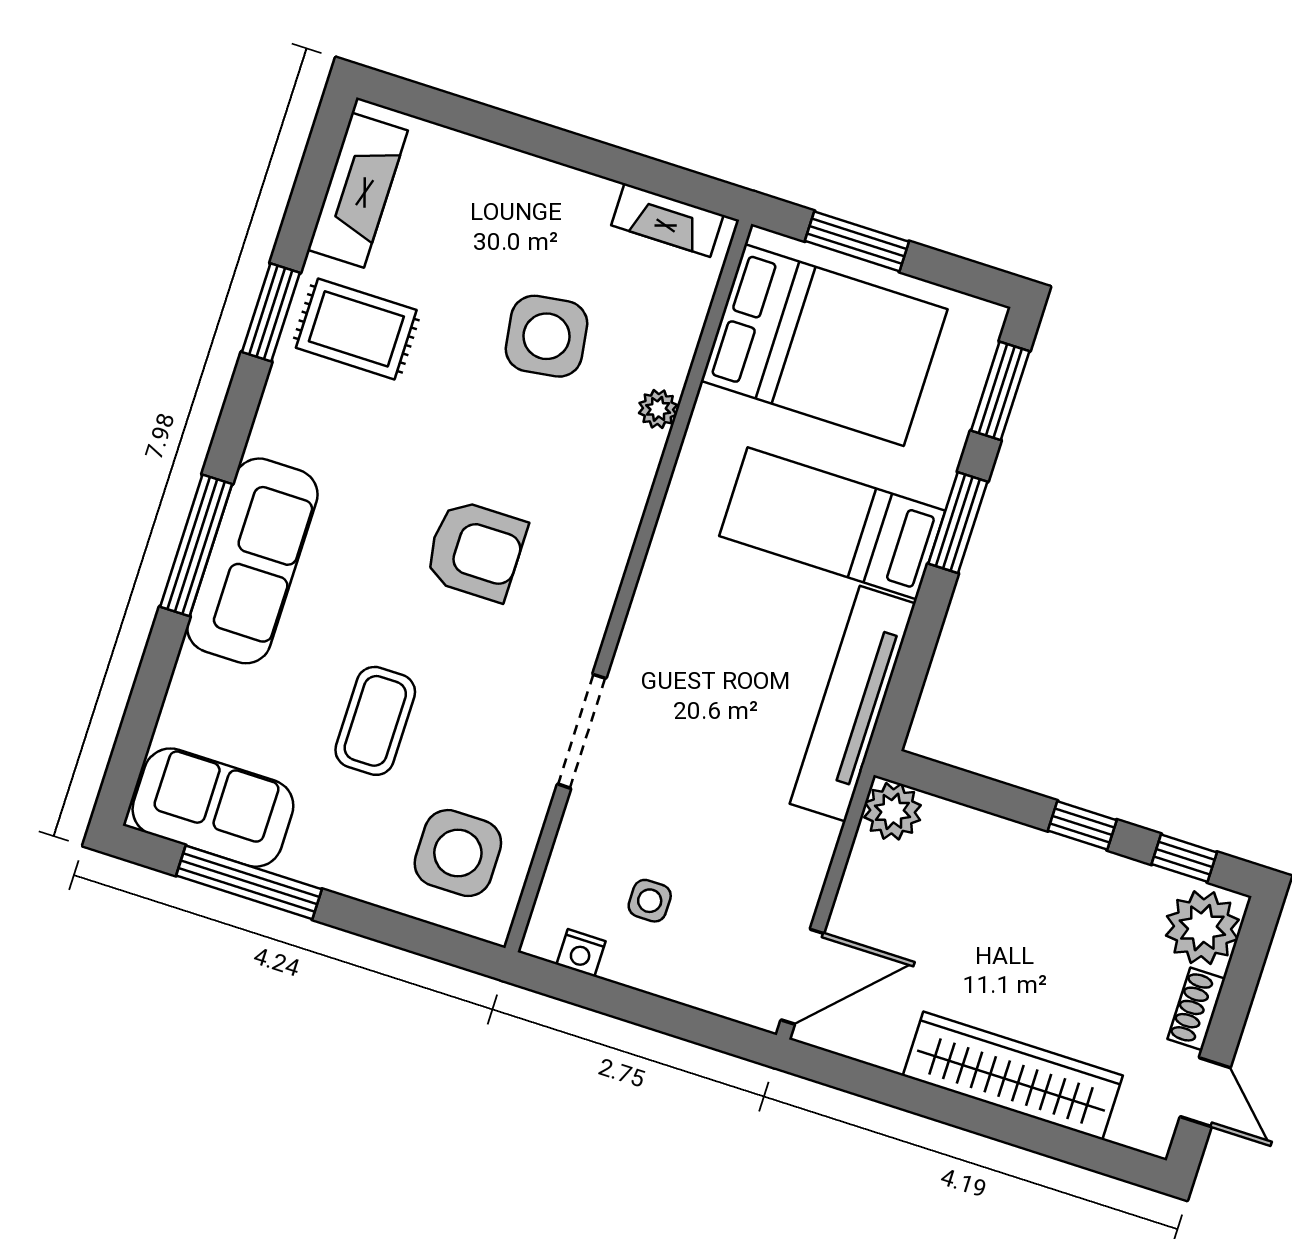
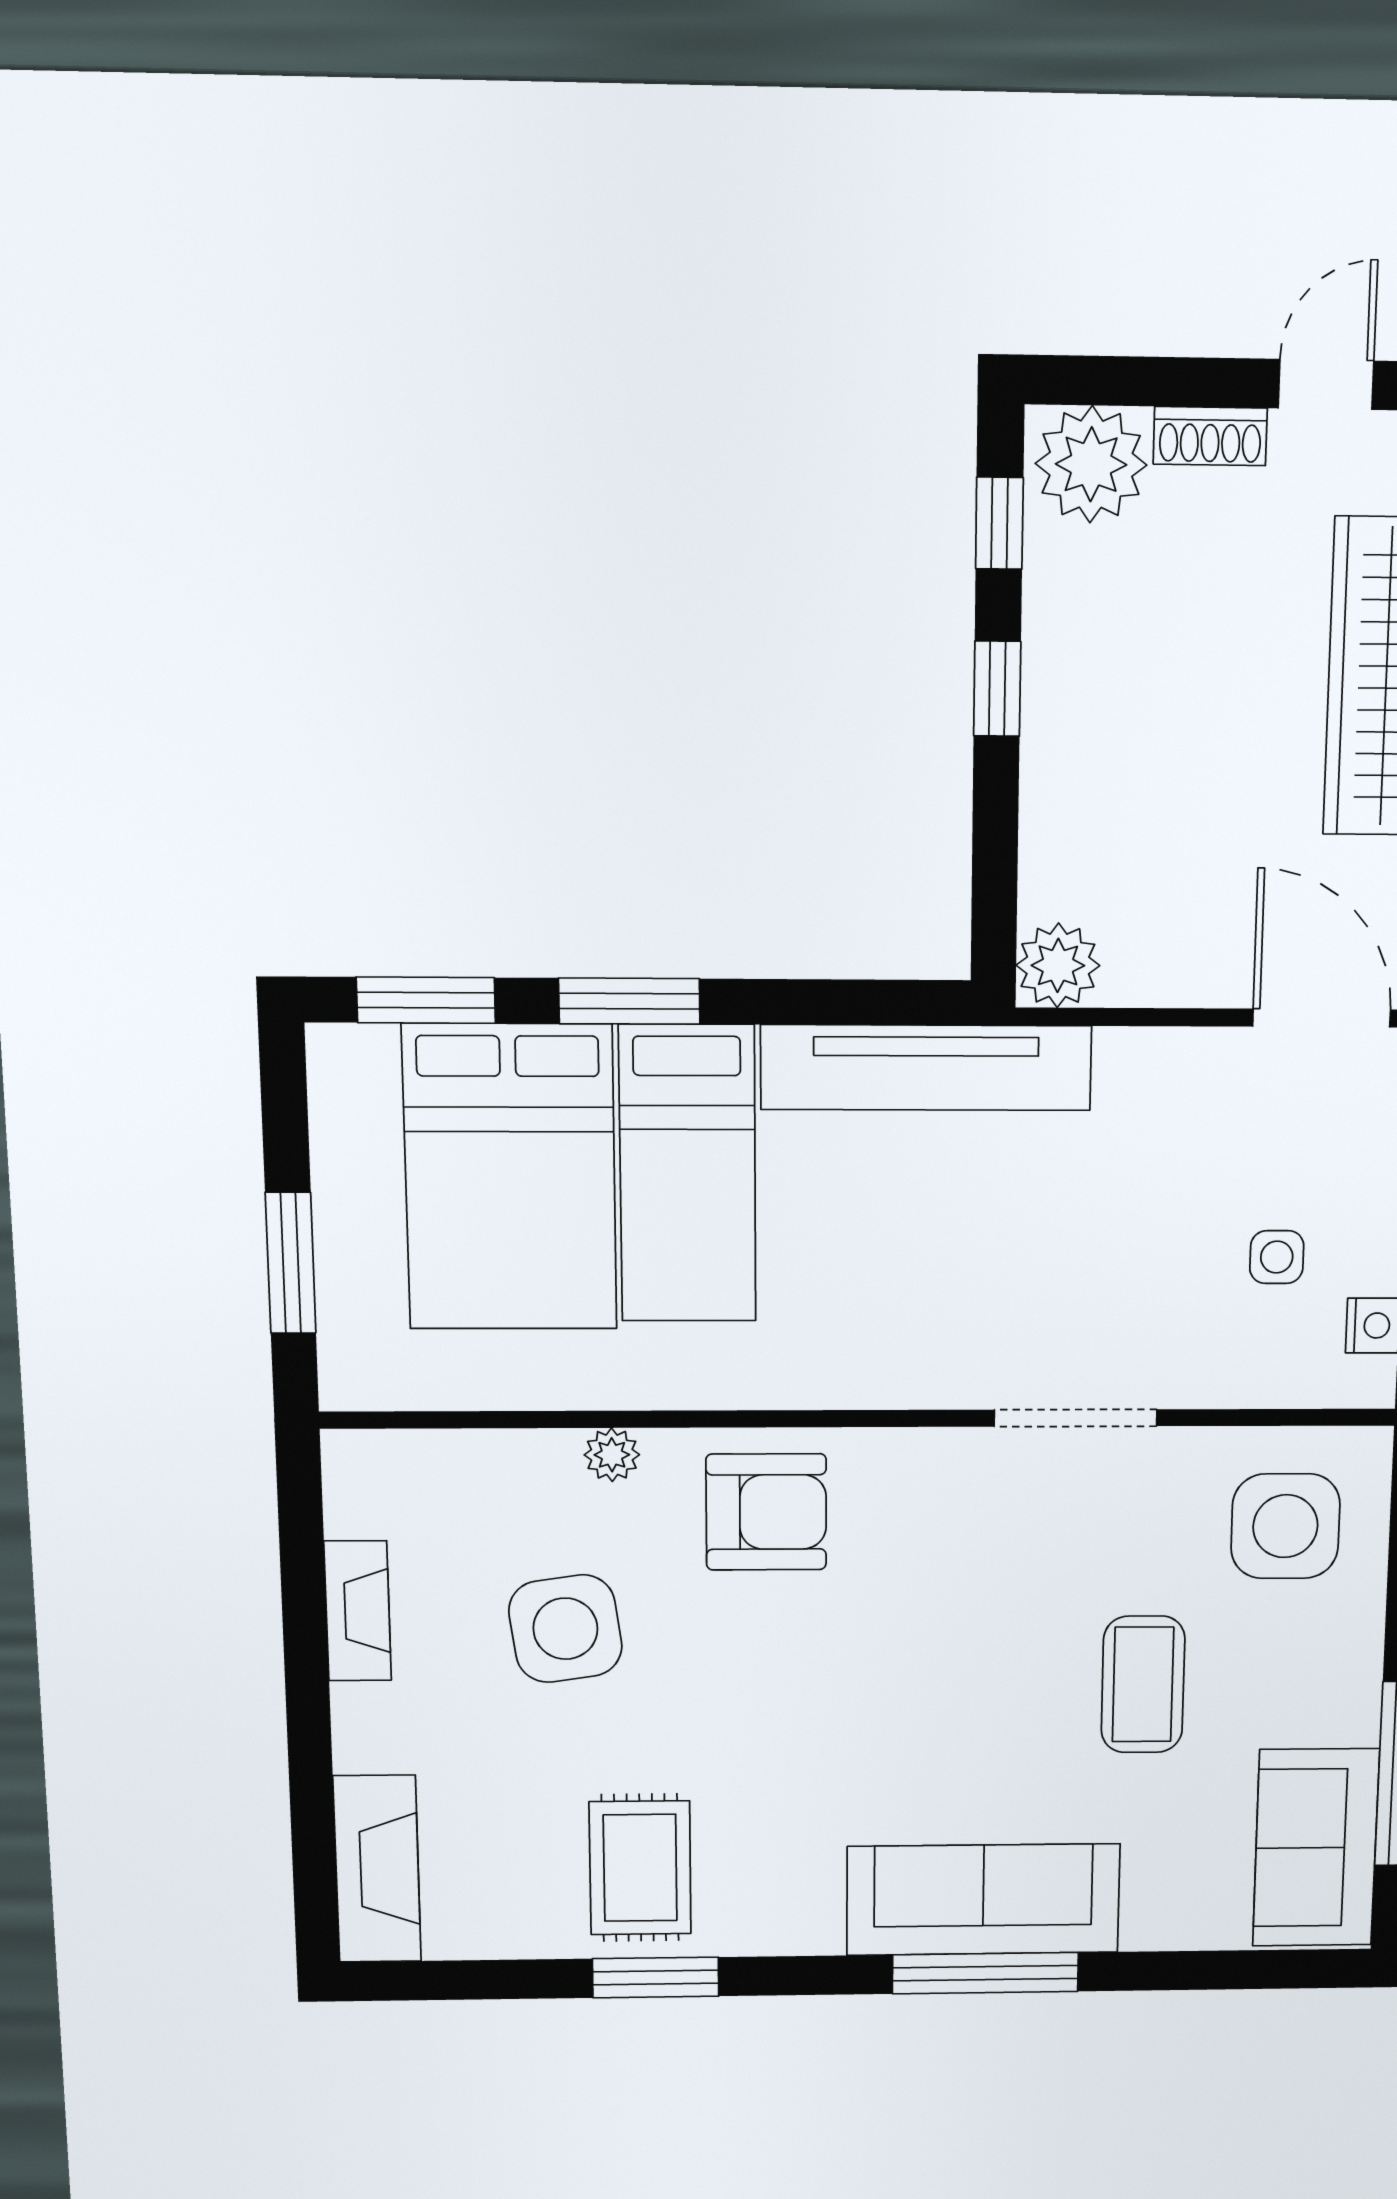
fireplace: (358, 190) -> (377, 1869), moved, turned 90
fireplace: (667, 220) -> (358, 1611), moved
bed: (824, 345) -> (510, 1178), moved, turned 180
armchair: (475, 550) -> (766, 1512), moved, turned 90
coffee table: (375, 721) -> (1143, 1684), turned 90

